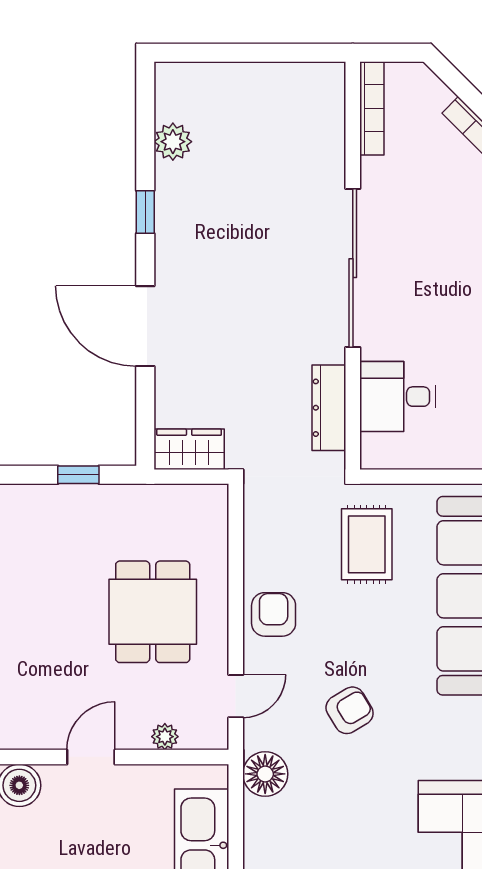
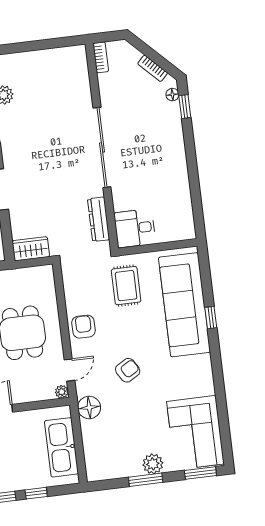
bookcase: (372, 108) -> (101, 57), width x0.64
desk: (398, 397) -> (135, 228), moved
plant: (165, 737) -> (62, 392), moved

